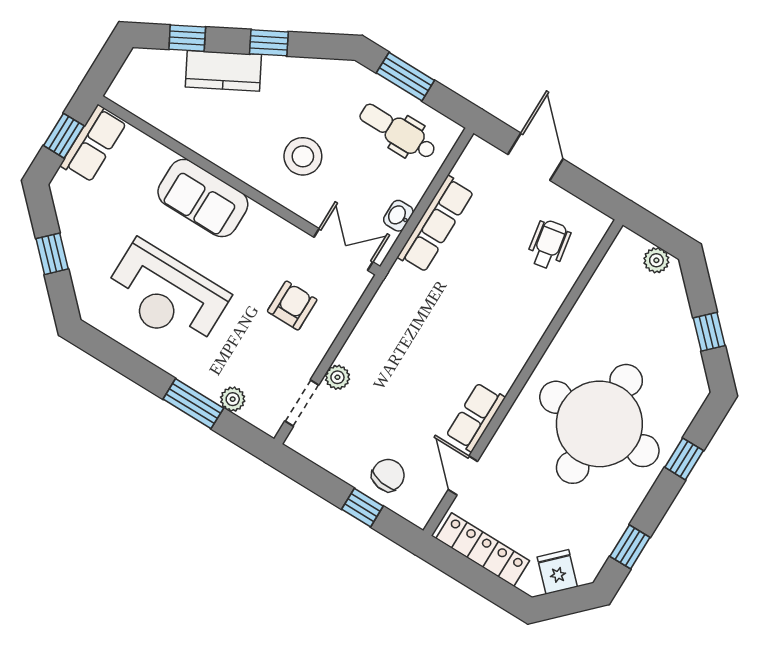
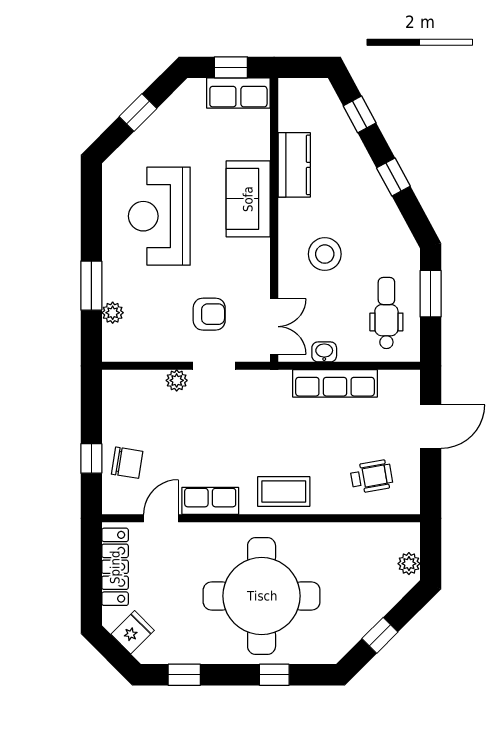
kitchen counter: (223, 71) -> (294, 165), moved, turned -152
coffee table: (511, 339) -> (284, 491), added
doorway: (302, 403) -> (214, 366), moved

